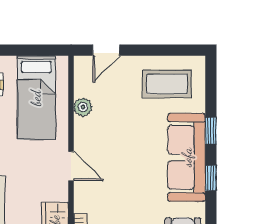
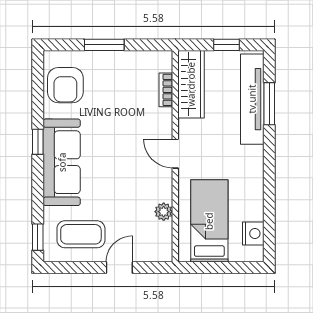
door: (106, 50) -> (119, 268), moved
window: (211, 131) -> (38, 237), moved

